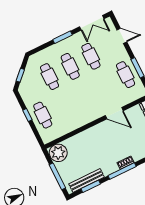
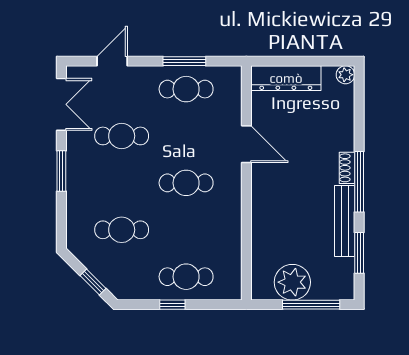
cafe table: (70, 66) -> (186, 183), moved
door: (114, 113) -> (246, 144), hinge flipped
plant: (58, 153) -> (292, 282), moved
bench: (87, 180) -> (345, 221), moved

